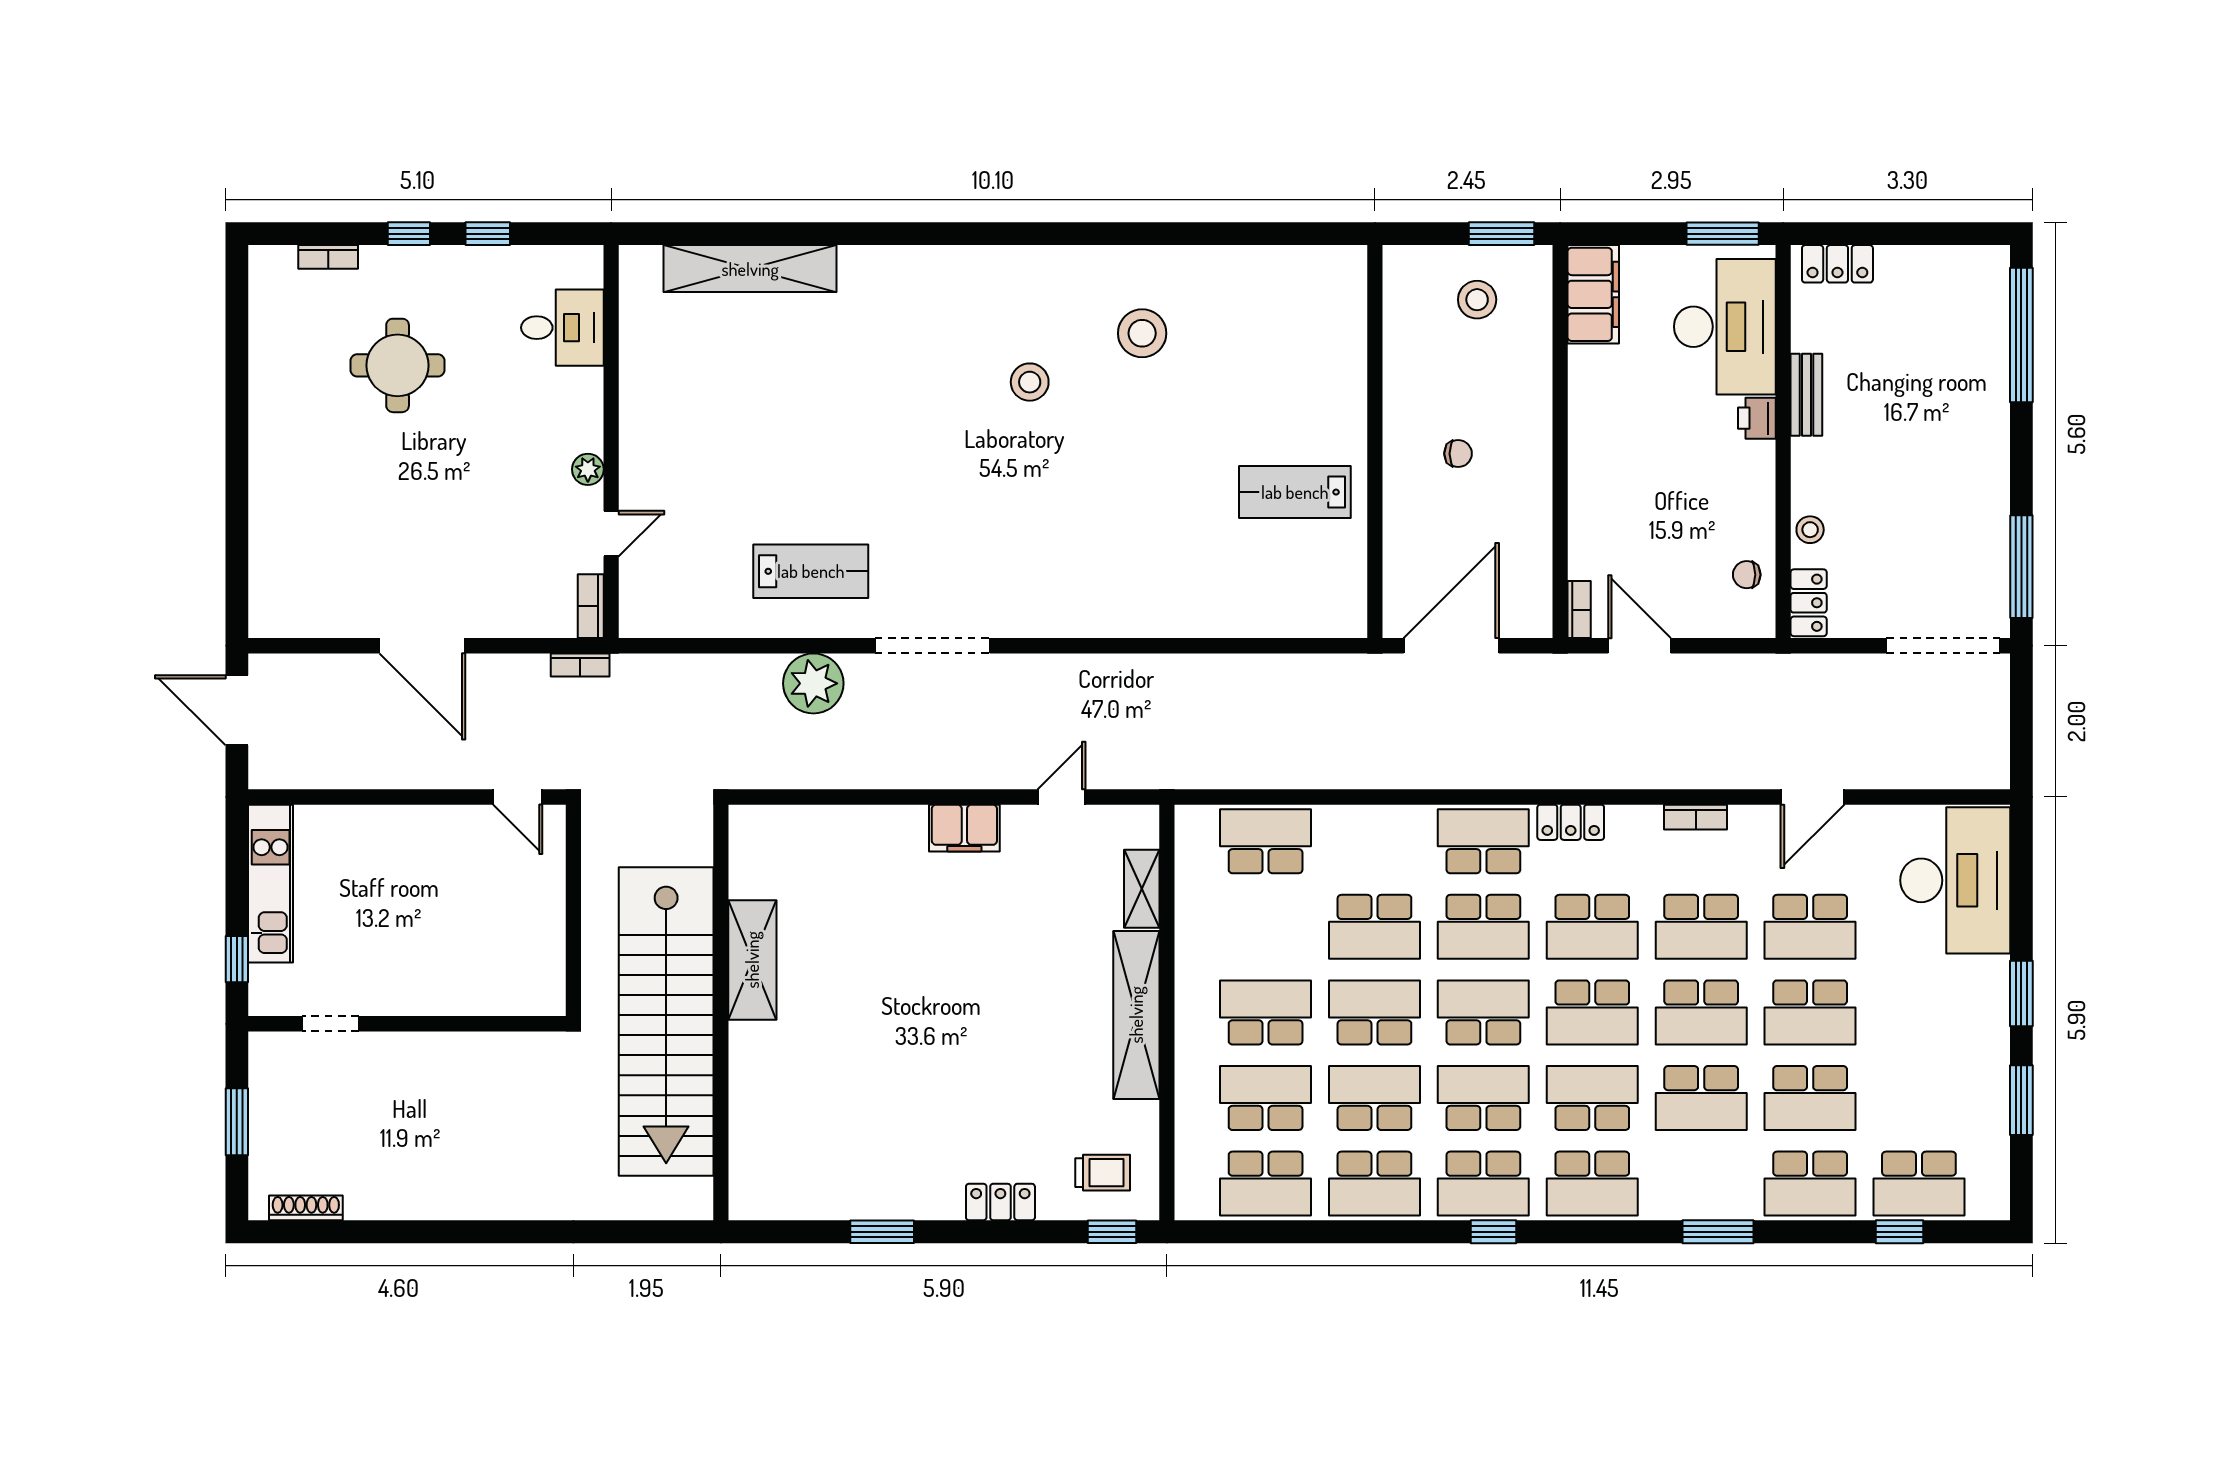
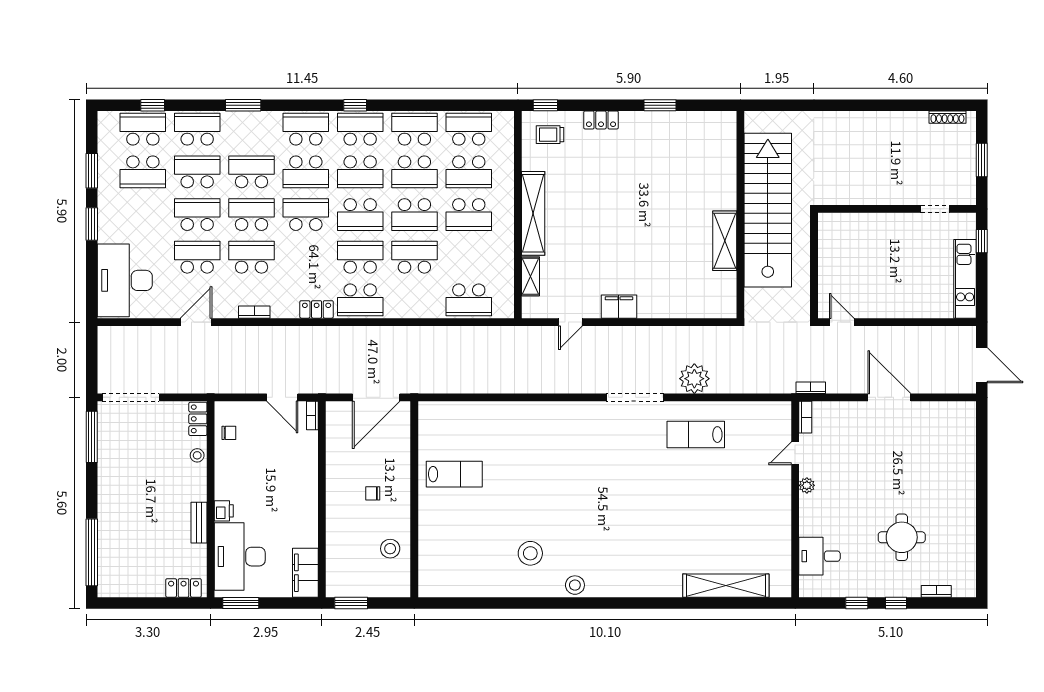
stool: (1477, 300) -> (390, 549), moved
stool: (1030, 382) -> (575, 585), moved
school desk: (1592, 927) -> (143, 172), moved, turned 180

